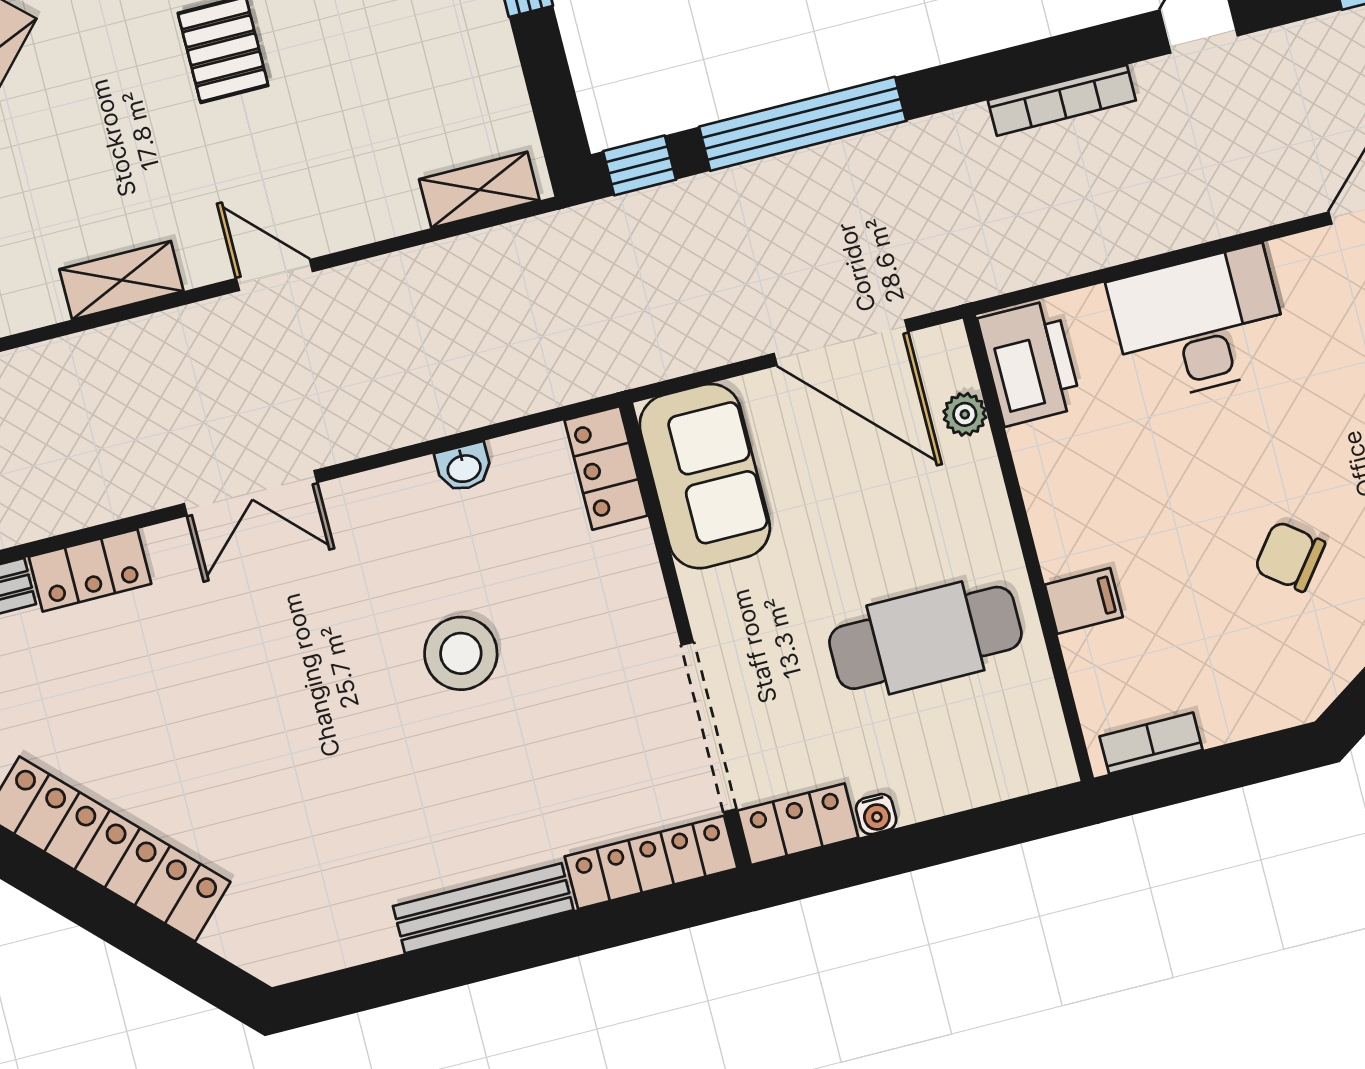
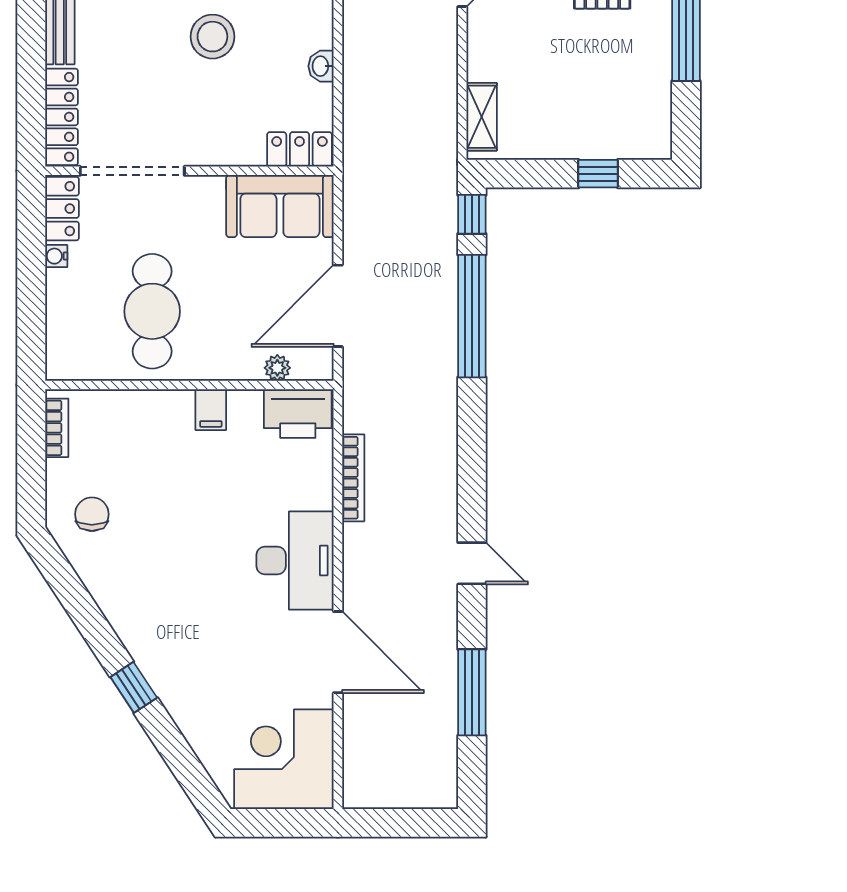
bookcase: (1062, 100) -> (353, 478), moved, turned 180
desk: (1199, 324) -> (295, 561), moved
chair: (1290, 556) -> (92, 514), moved, turned -38
filing cabinet: (1084, 601) -> (211, 410), moved

